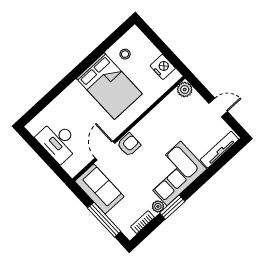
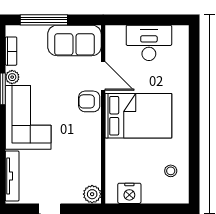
bed: (109, 86) -> (138, 116), moved, turned 180
armchair: (129, 145) -> (89, 101), turned 90

